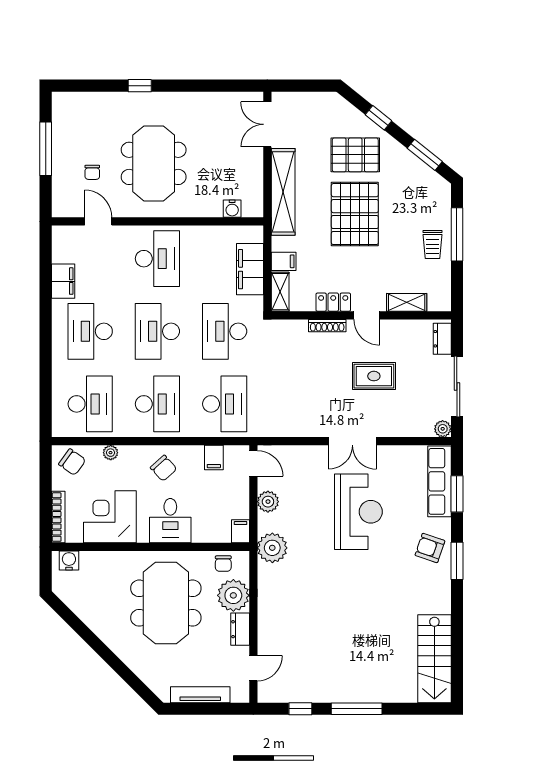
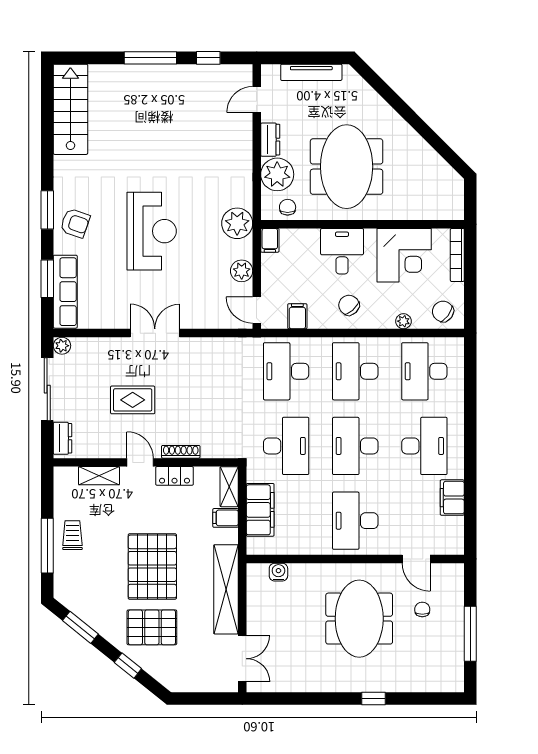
desk: (157, 331) -> (355, 446), turned 180
reception desk: (358, 512) -> (152, 231), moved, turned 180
water cooler: (69, 561) -> (446, 210), removed

